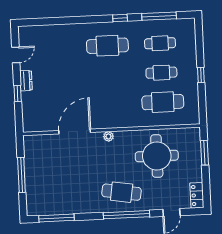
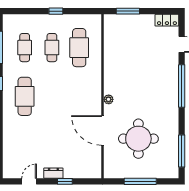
door: (16, 55) -> (29, 181), hinge flipped
round table: (157, 156) -> (138, 139), moved
cafe table: (122, 192) -> (161, 90), removed

